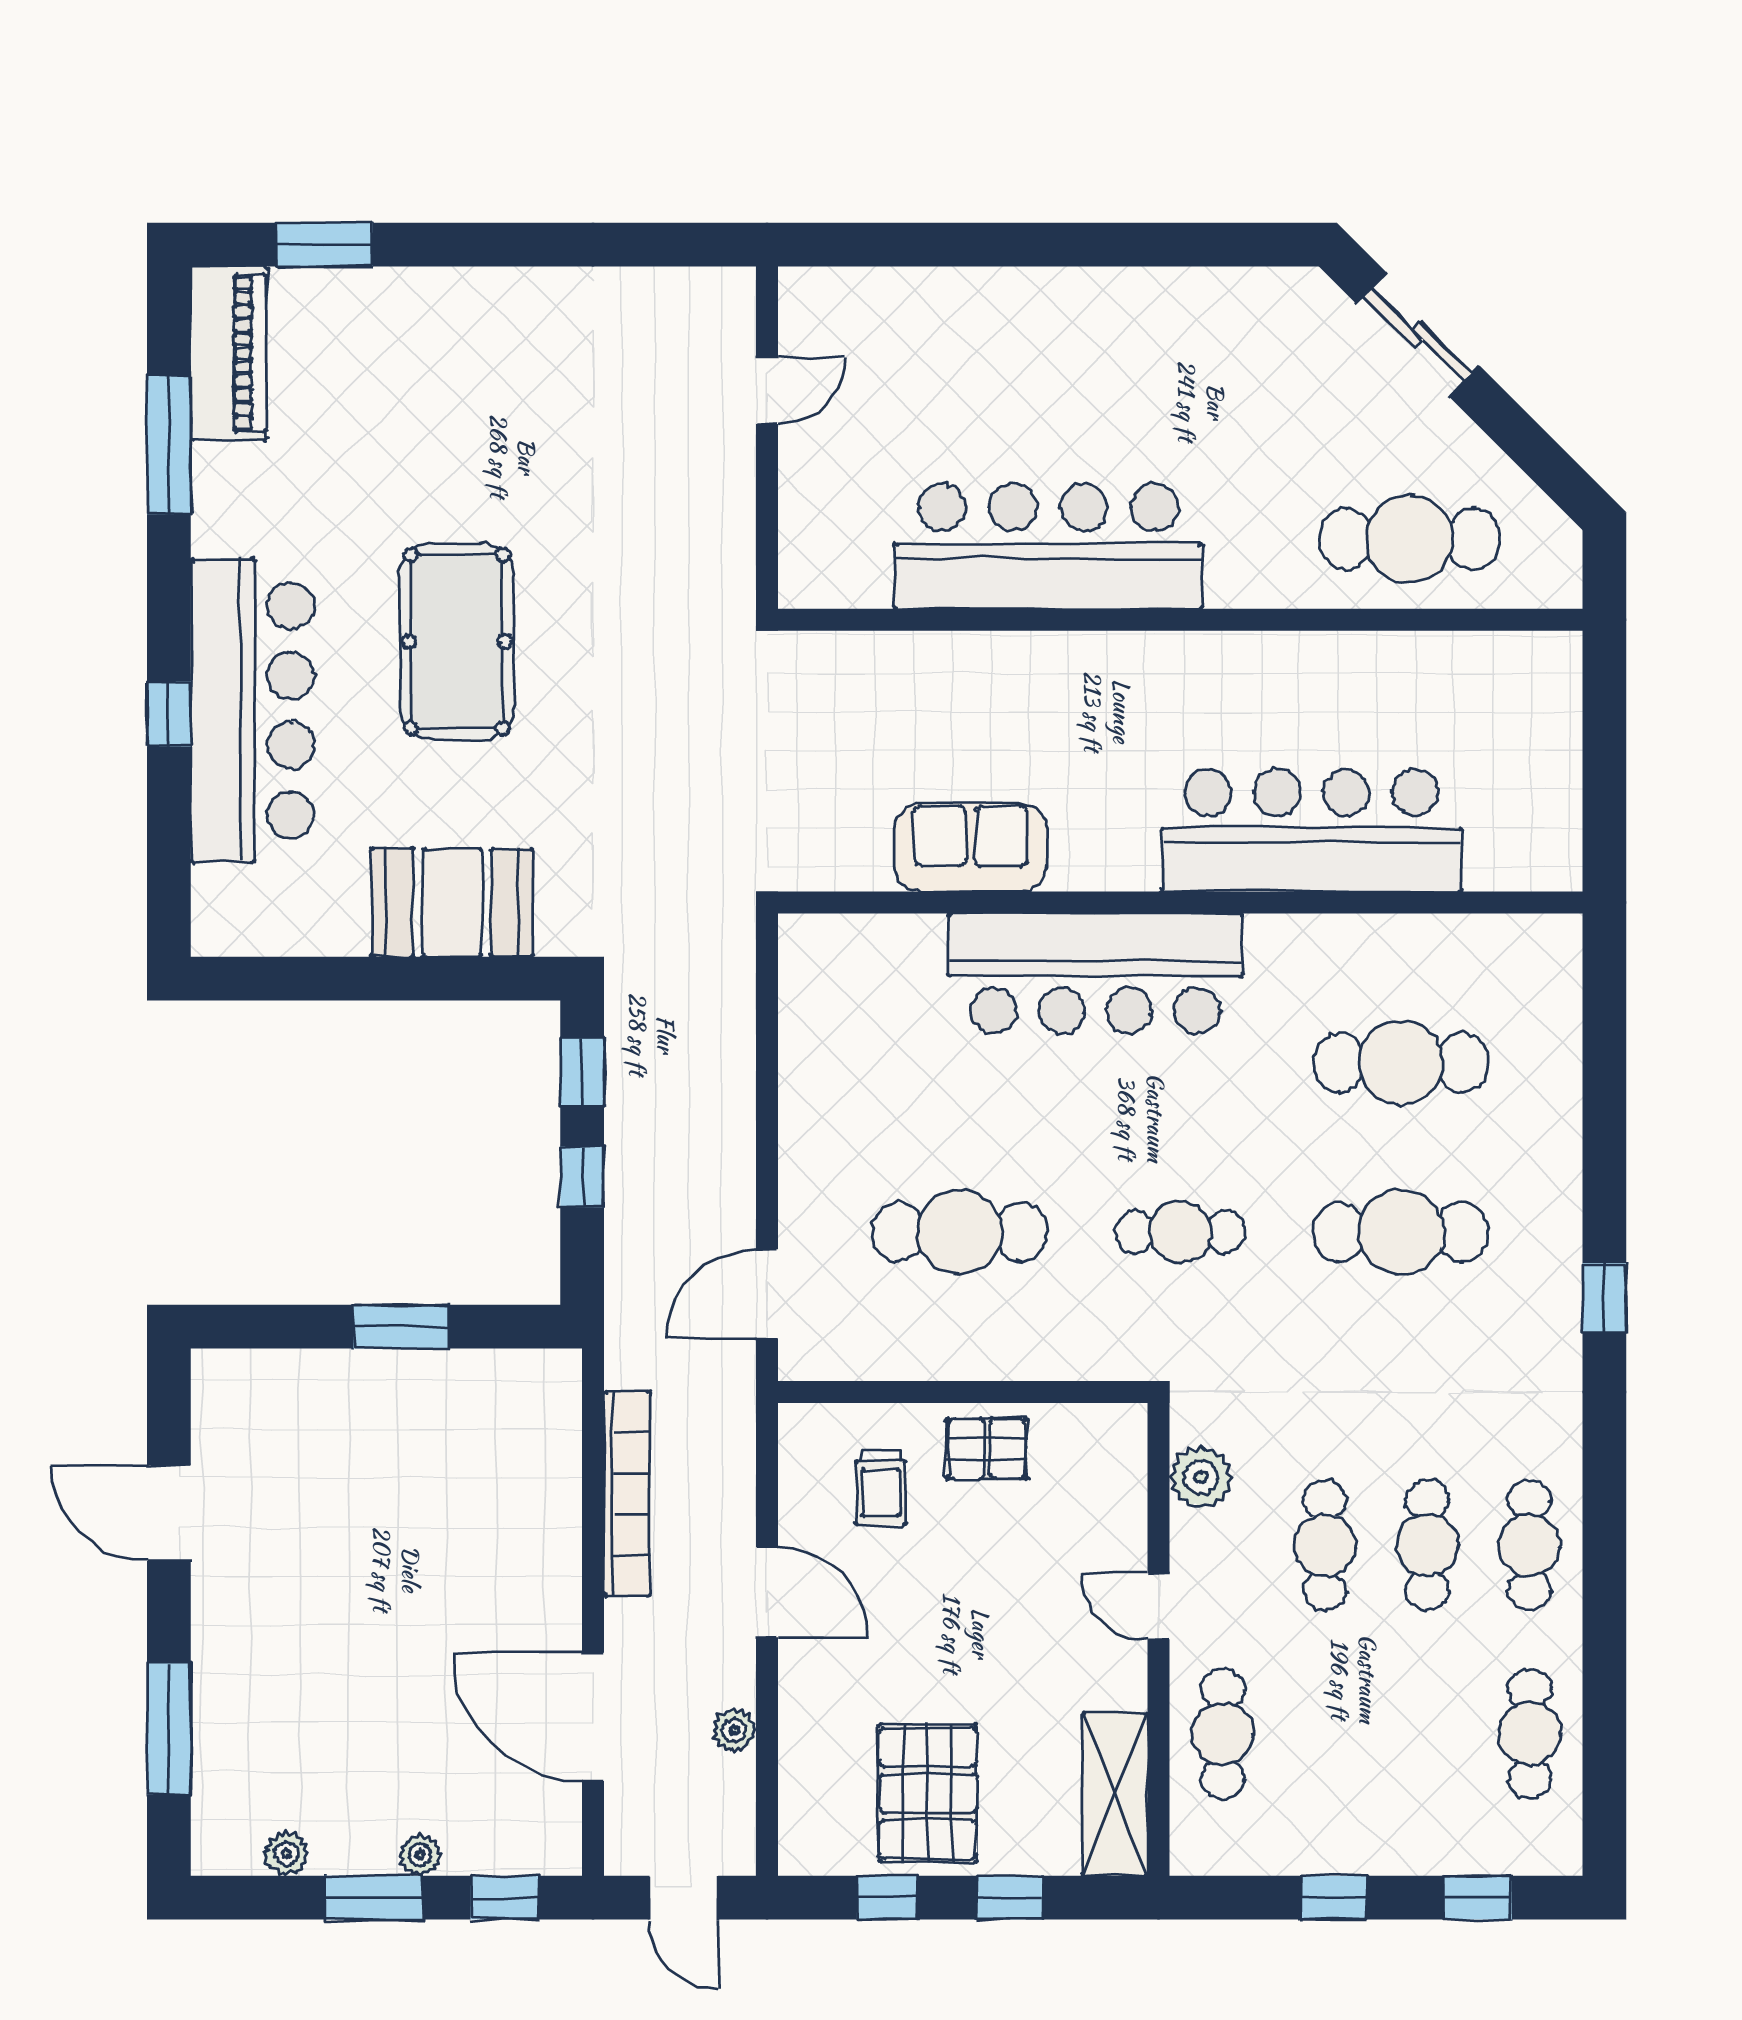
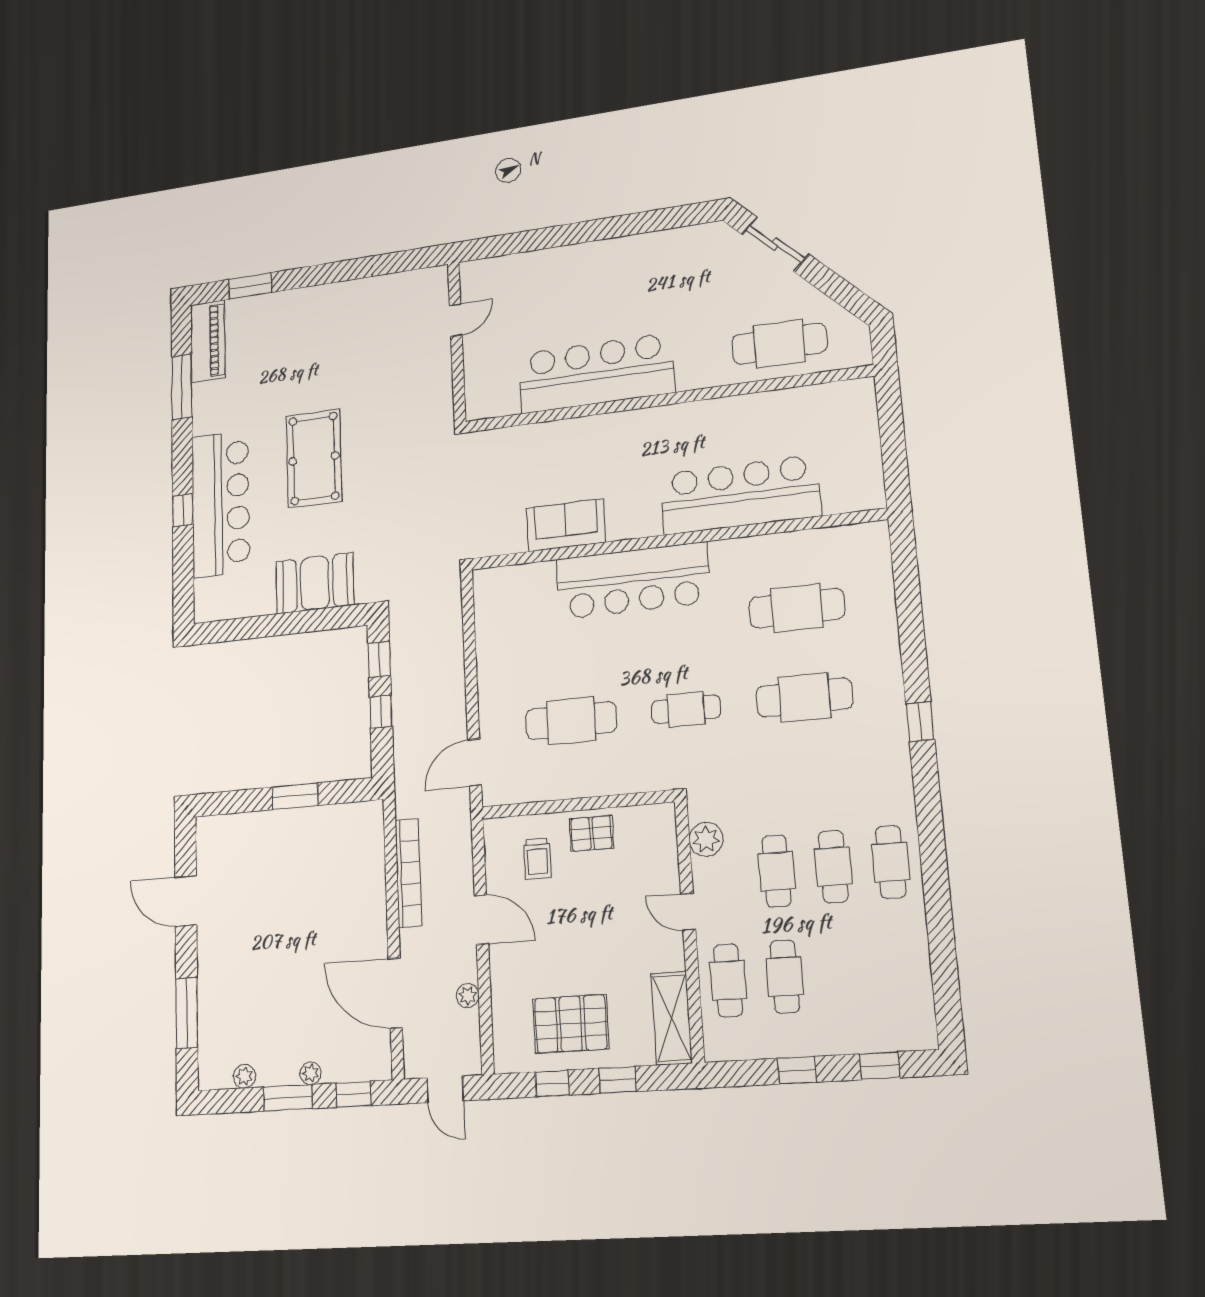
cafe table: (1529, 1734) -> (785, 977), moved
pallet: (928, 1793) -> (571, 1024), turned 90

